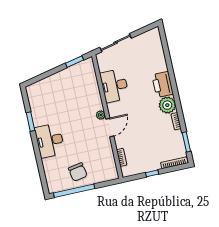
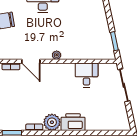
desk: (114, 86) -> (87, 75), width x0.73
door: (110, 128) -> (31, 61), moved

